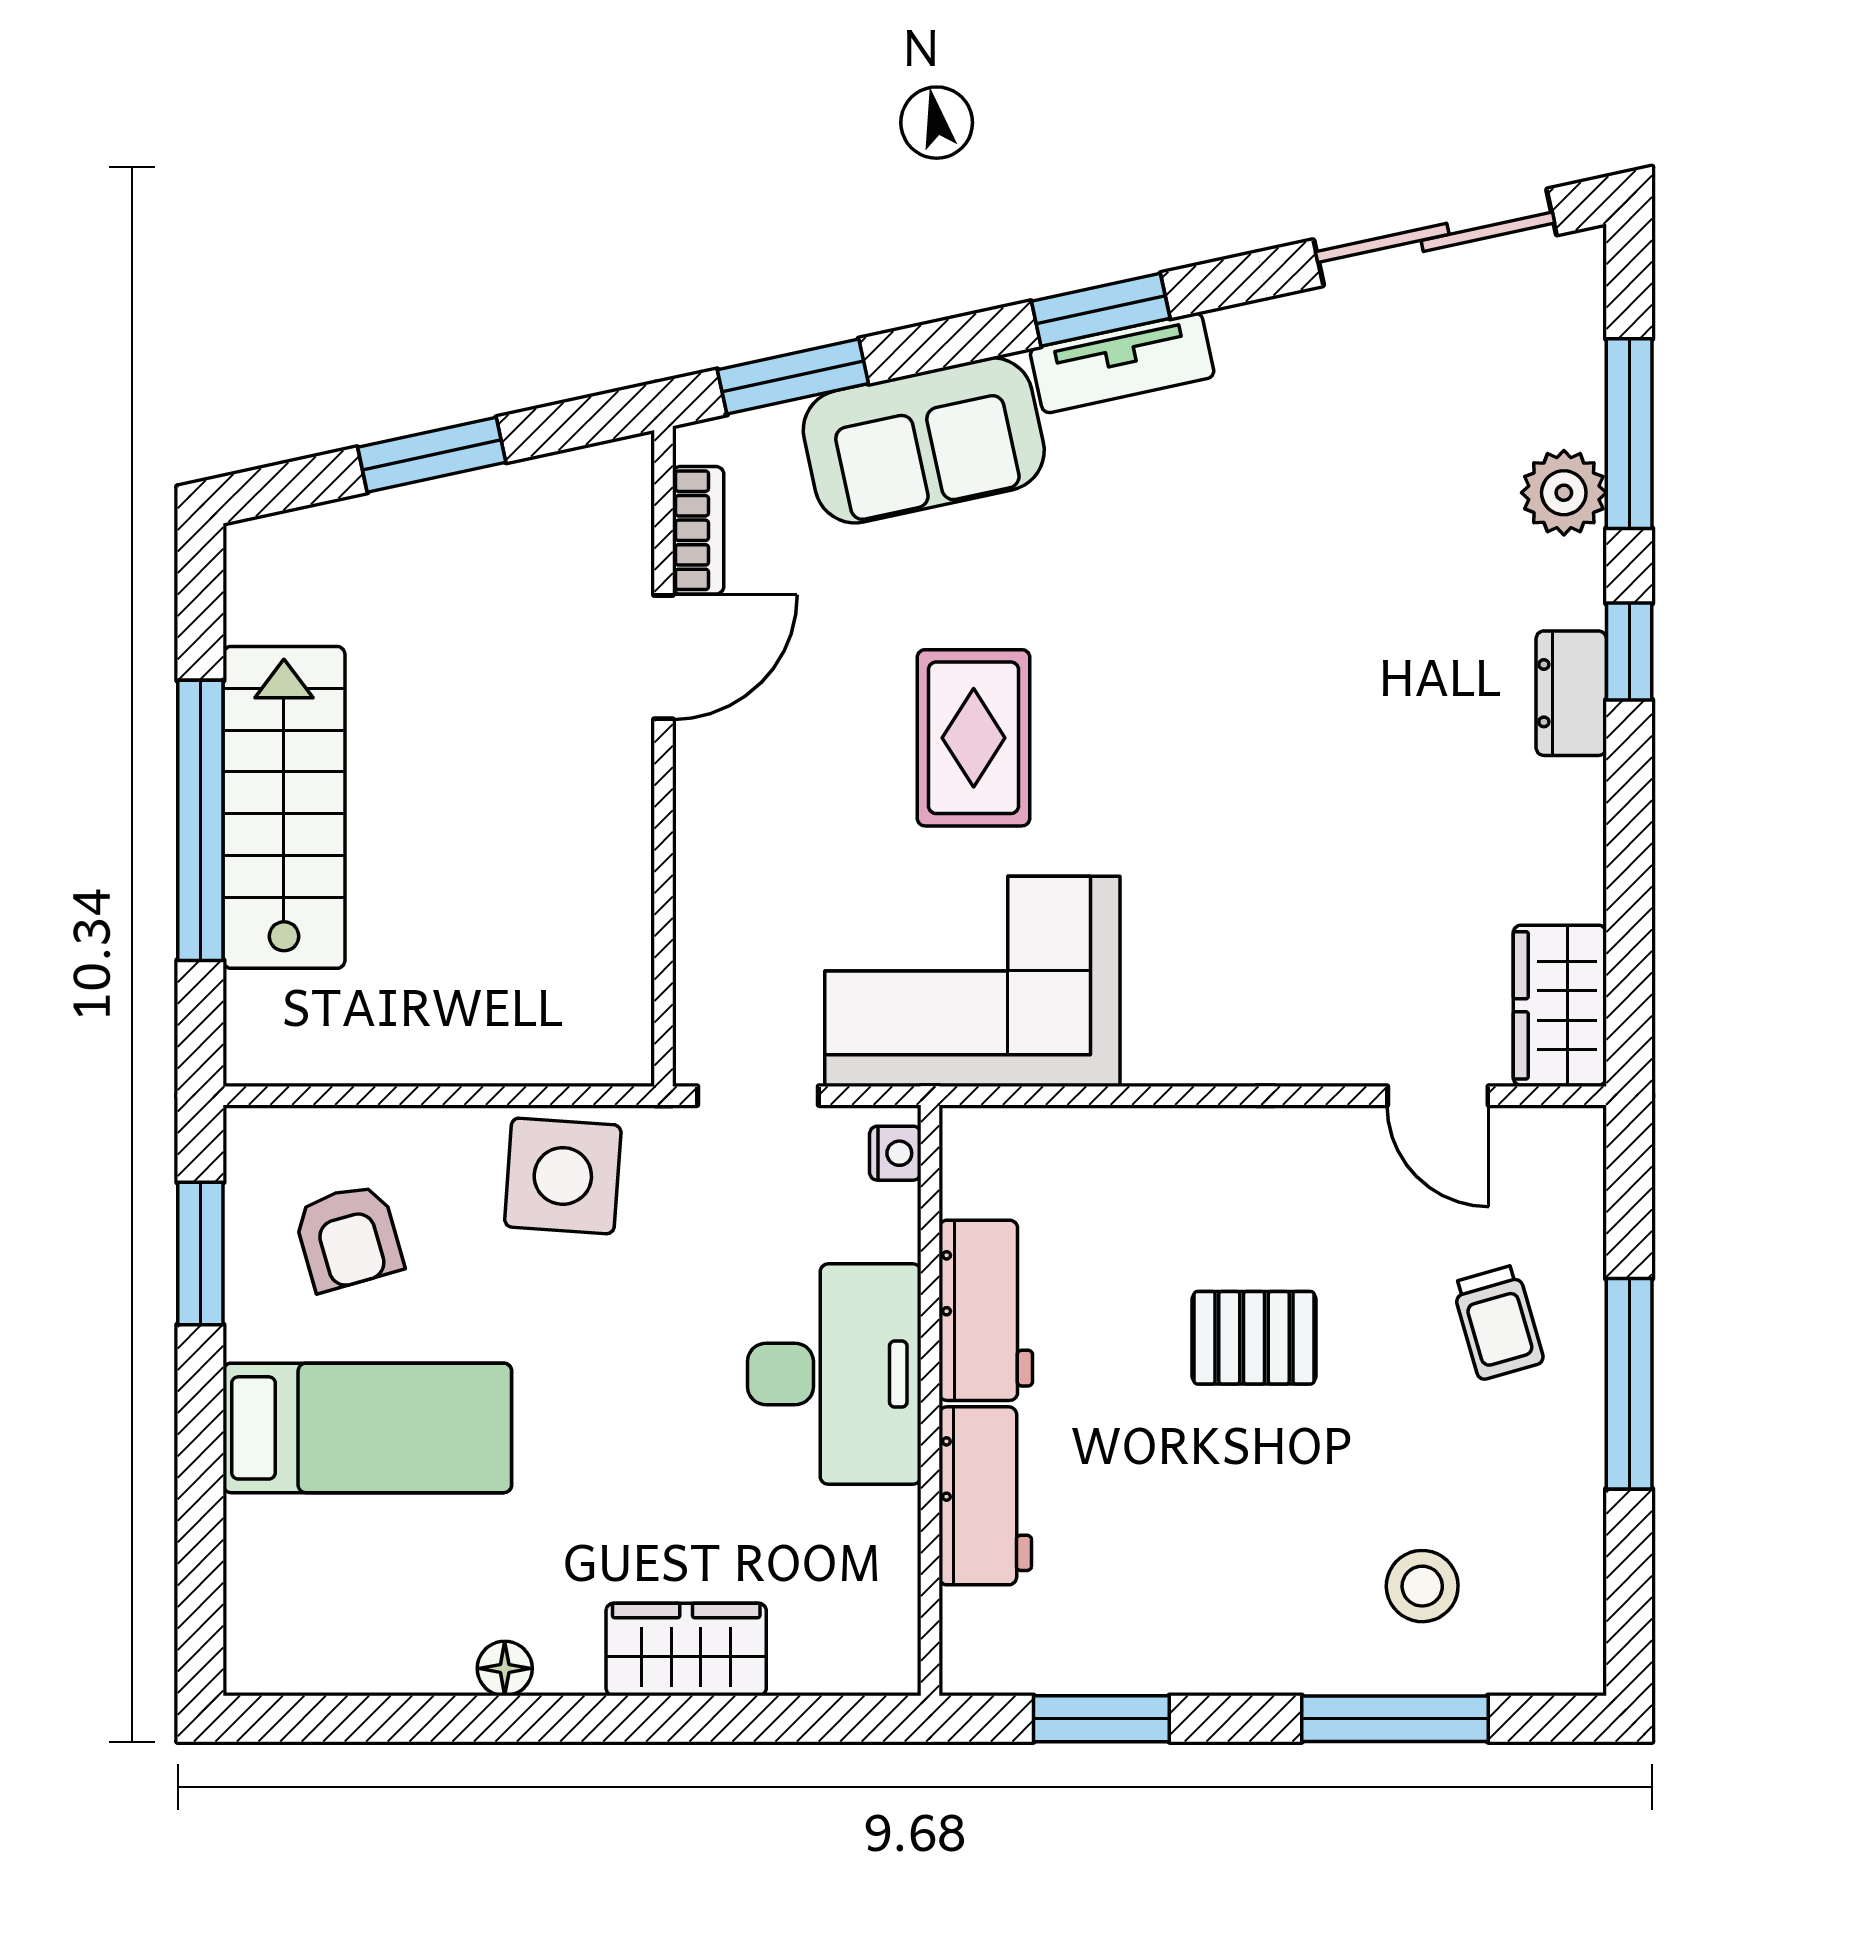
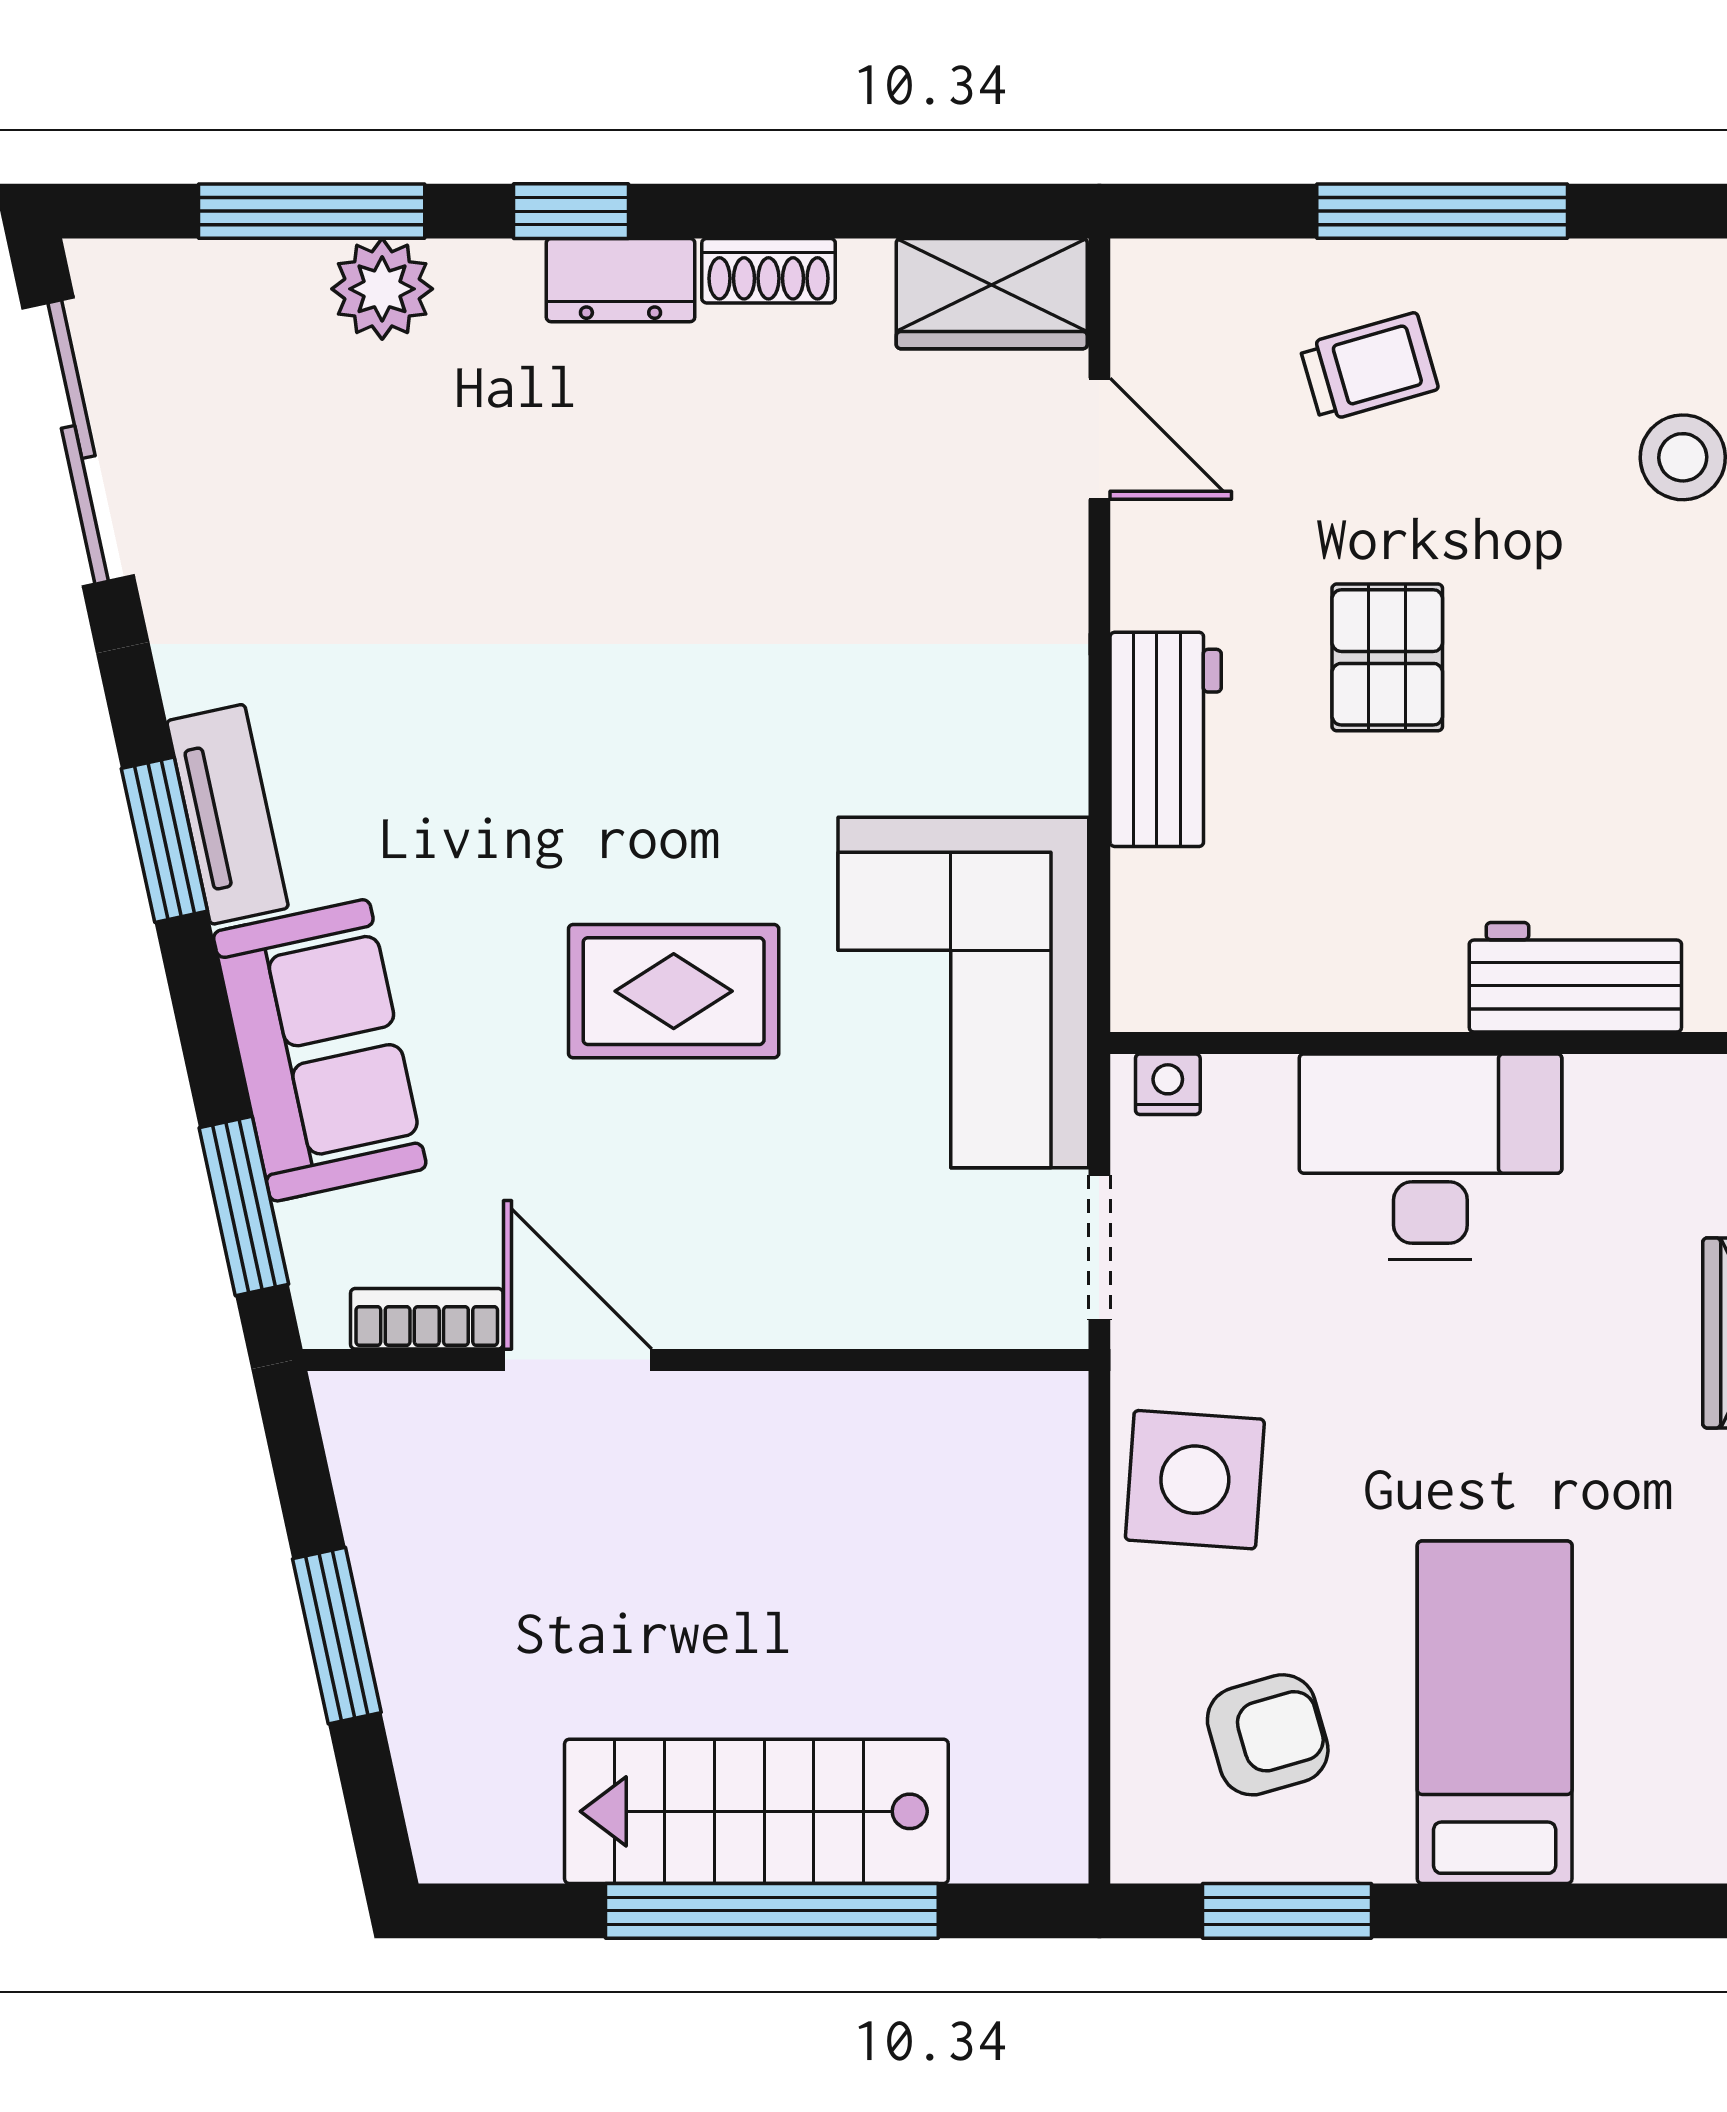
shoe rack: (1579, 818) -> (769, 271), added
door: (1438, 1096) -> (1099, 439), hinge flipped
workbench: (986, 1310) -> (1166, 739), moved, turned 90

